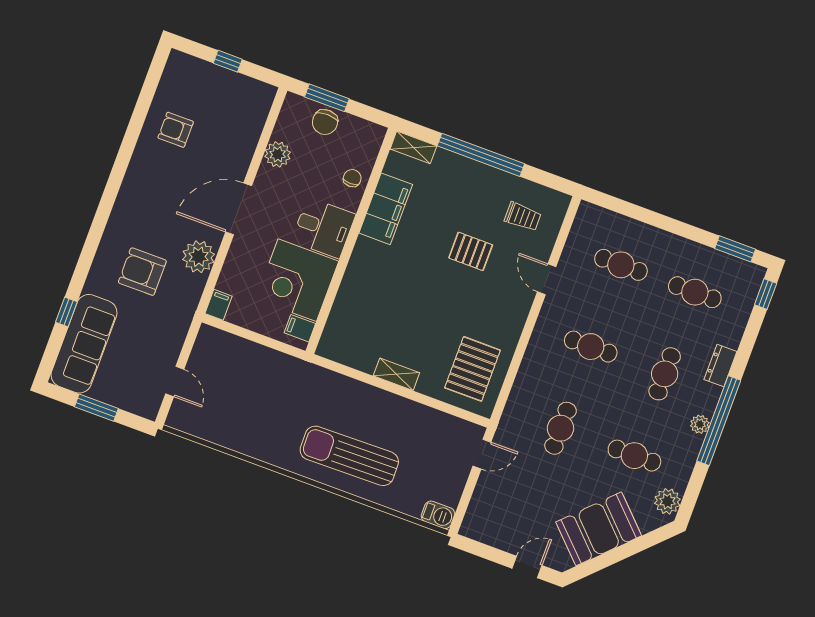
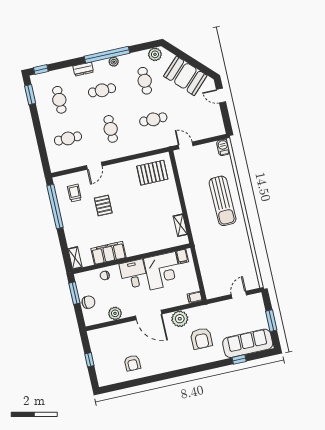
window: (327, 98) -> (74, 293), moved
window: (481, 155) -> (55, 206), moved
cafe table: (621, 265) -> (68, 138), turned 90
shelving: (396, 374) -> (180, 225), moved

